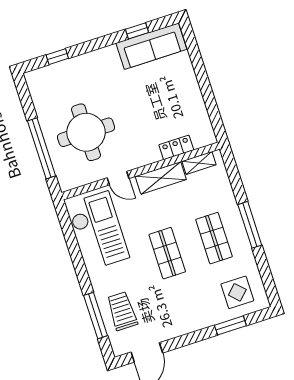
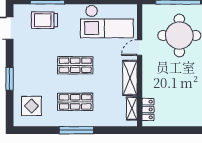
locker: (176, 147) -> (148, 109), moved
trolley: (122, 311) -> (45, 20), turned 180
window: (230, 325) -> (10, 79), moved

